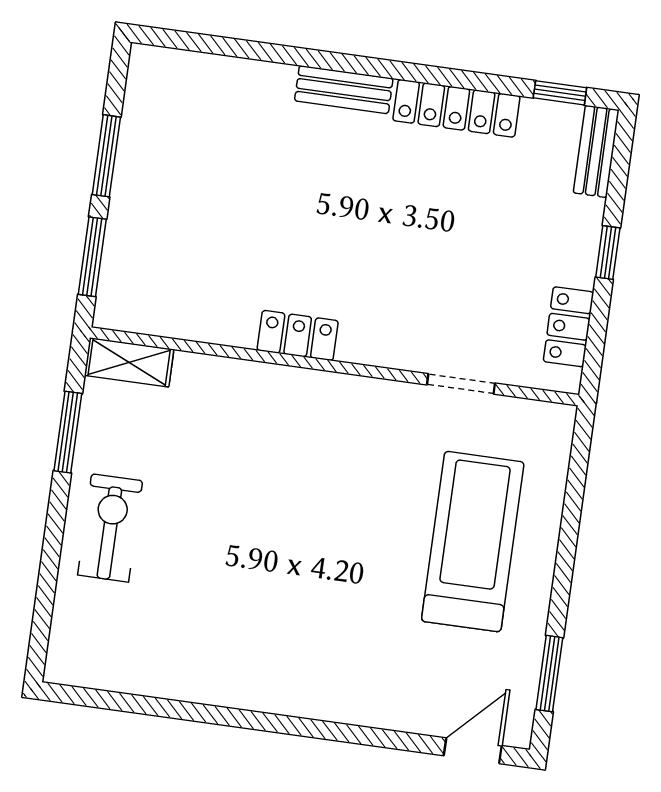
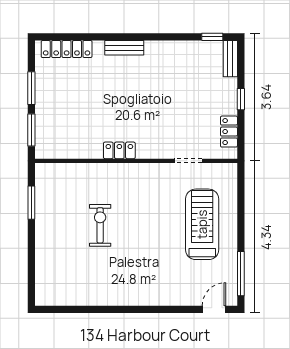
locker: (456, 108) -> (67, 49), moved
shelving: (129, 362) -> (52, 171), removed
exercise bike: (110, 528) -> (100, 225), moved
window: (549, 674) -> (241, 274), width x1.44

